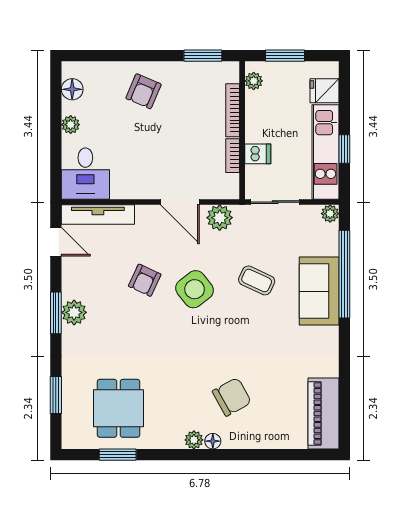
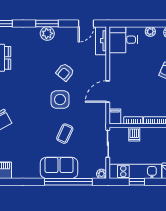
filing cabinet: (226, 189) -> (115, 117), added
tv unit: (98, 215) -> (101, 41), width x0.71
plant: (220, 218) -> (99, 113), removed
armchair: (145, 280) -> (65, 72), turned -75
side table: (195, 289) -> (60, 100), turned 38

